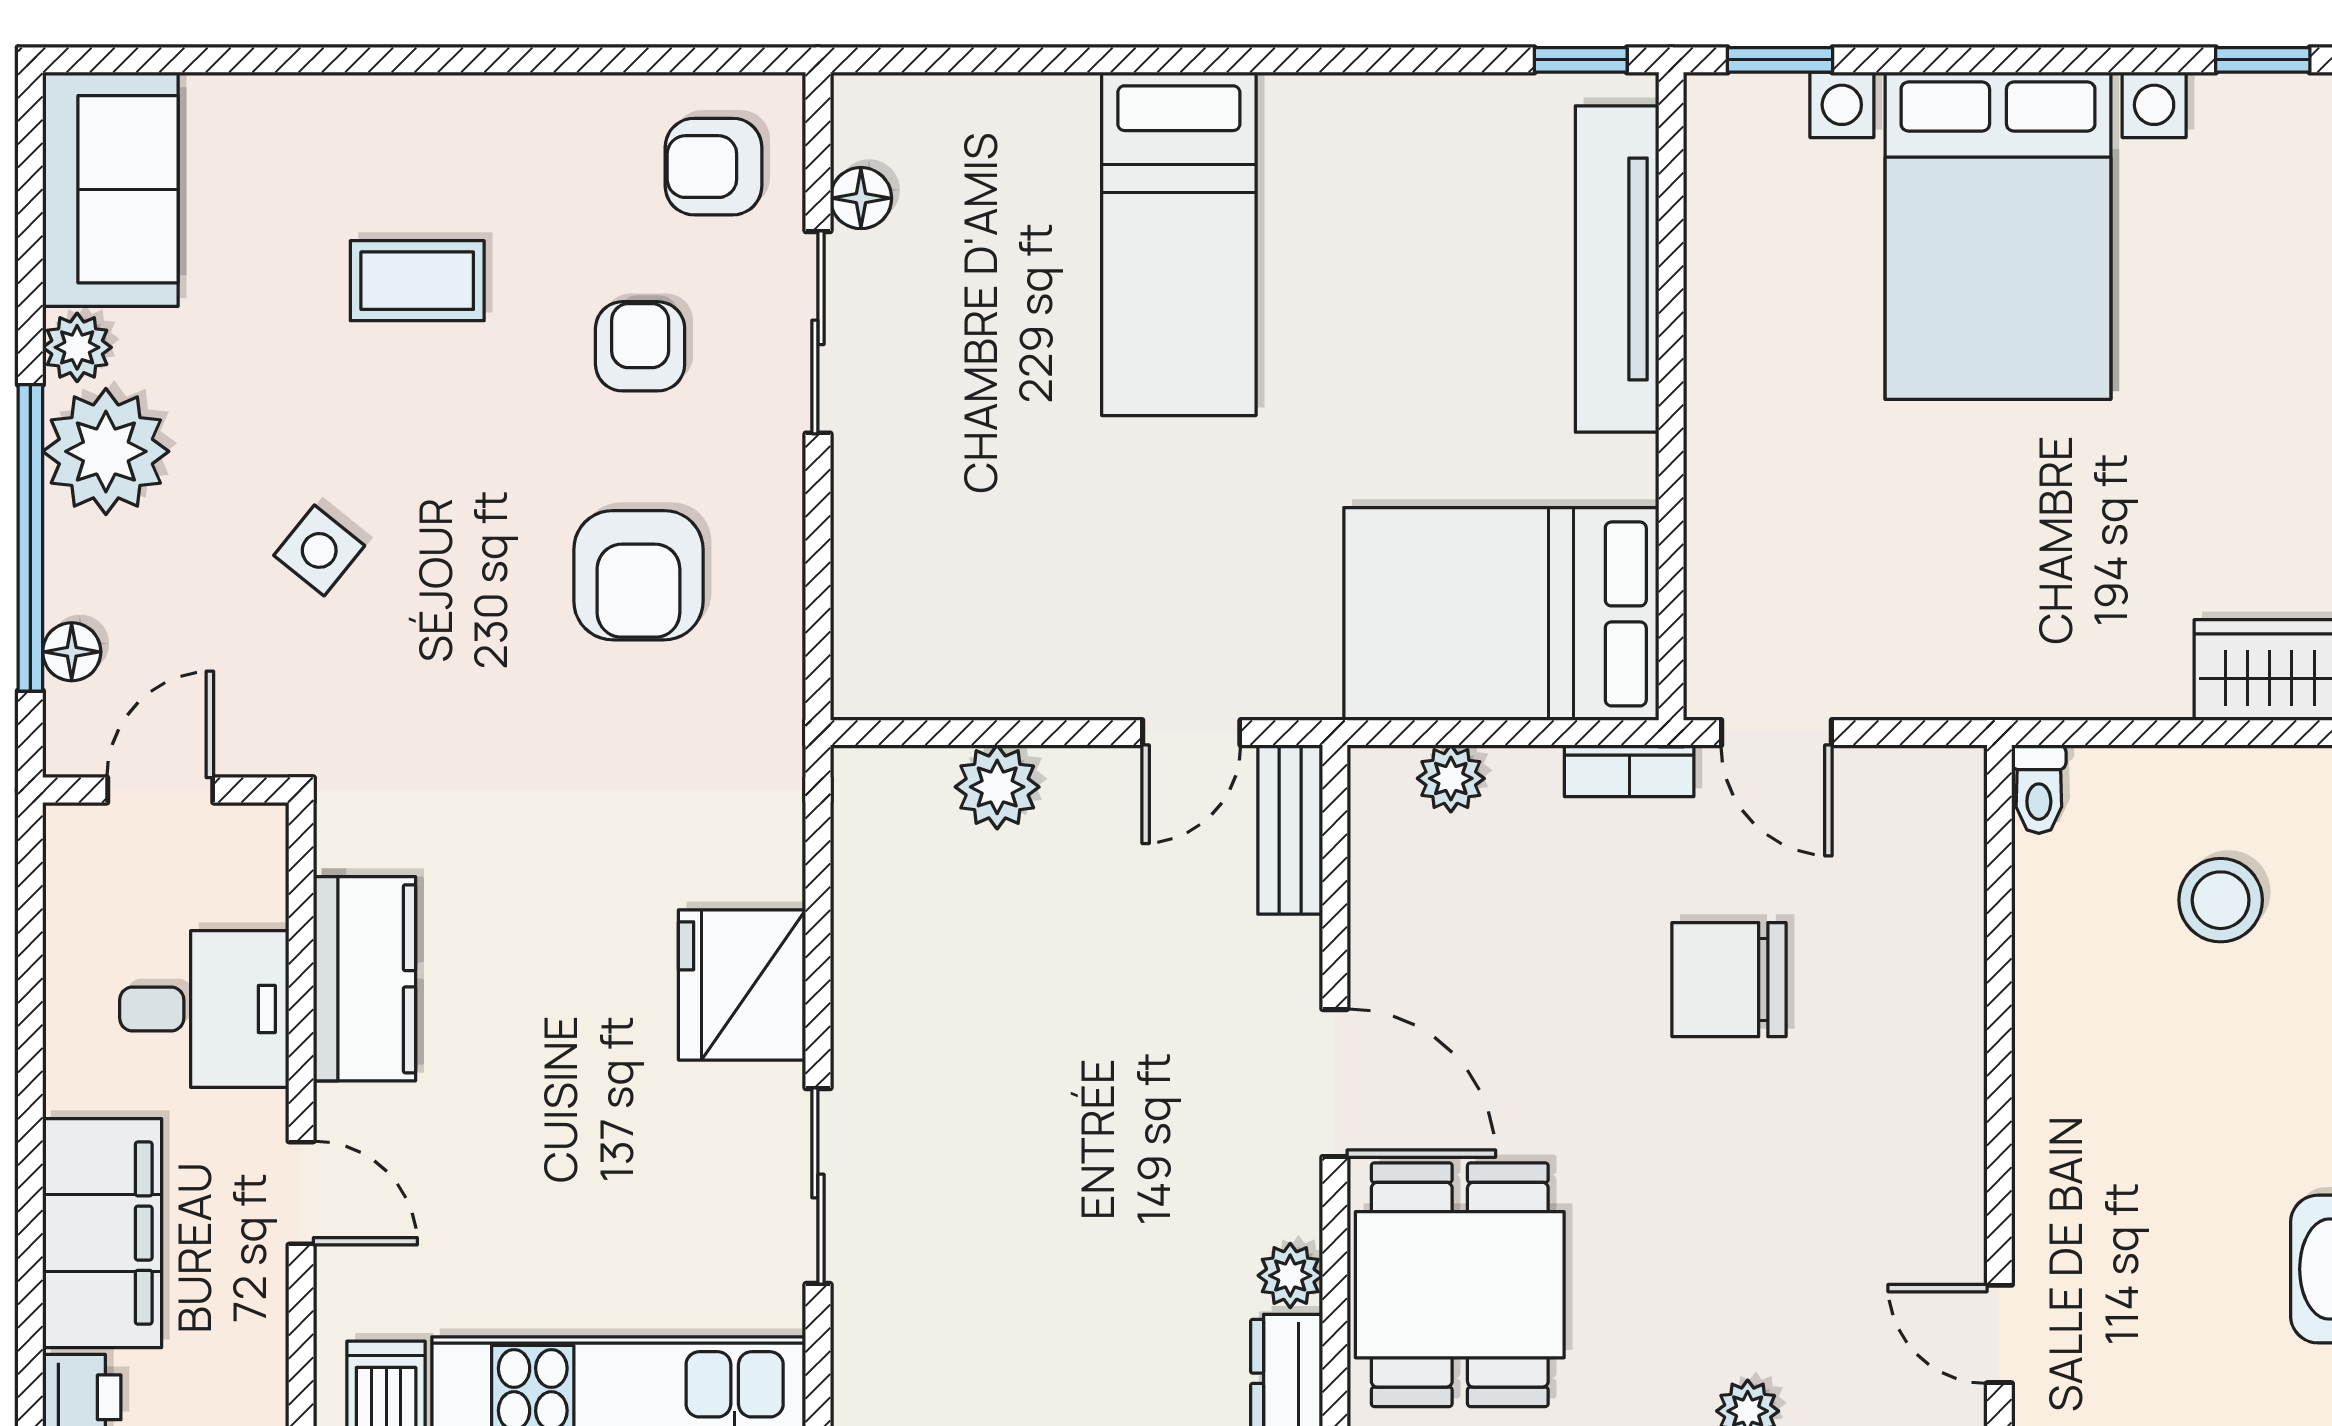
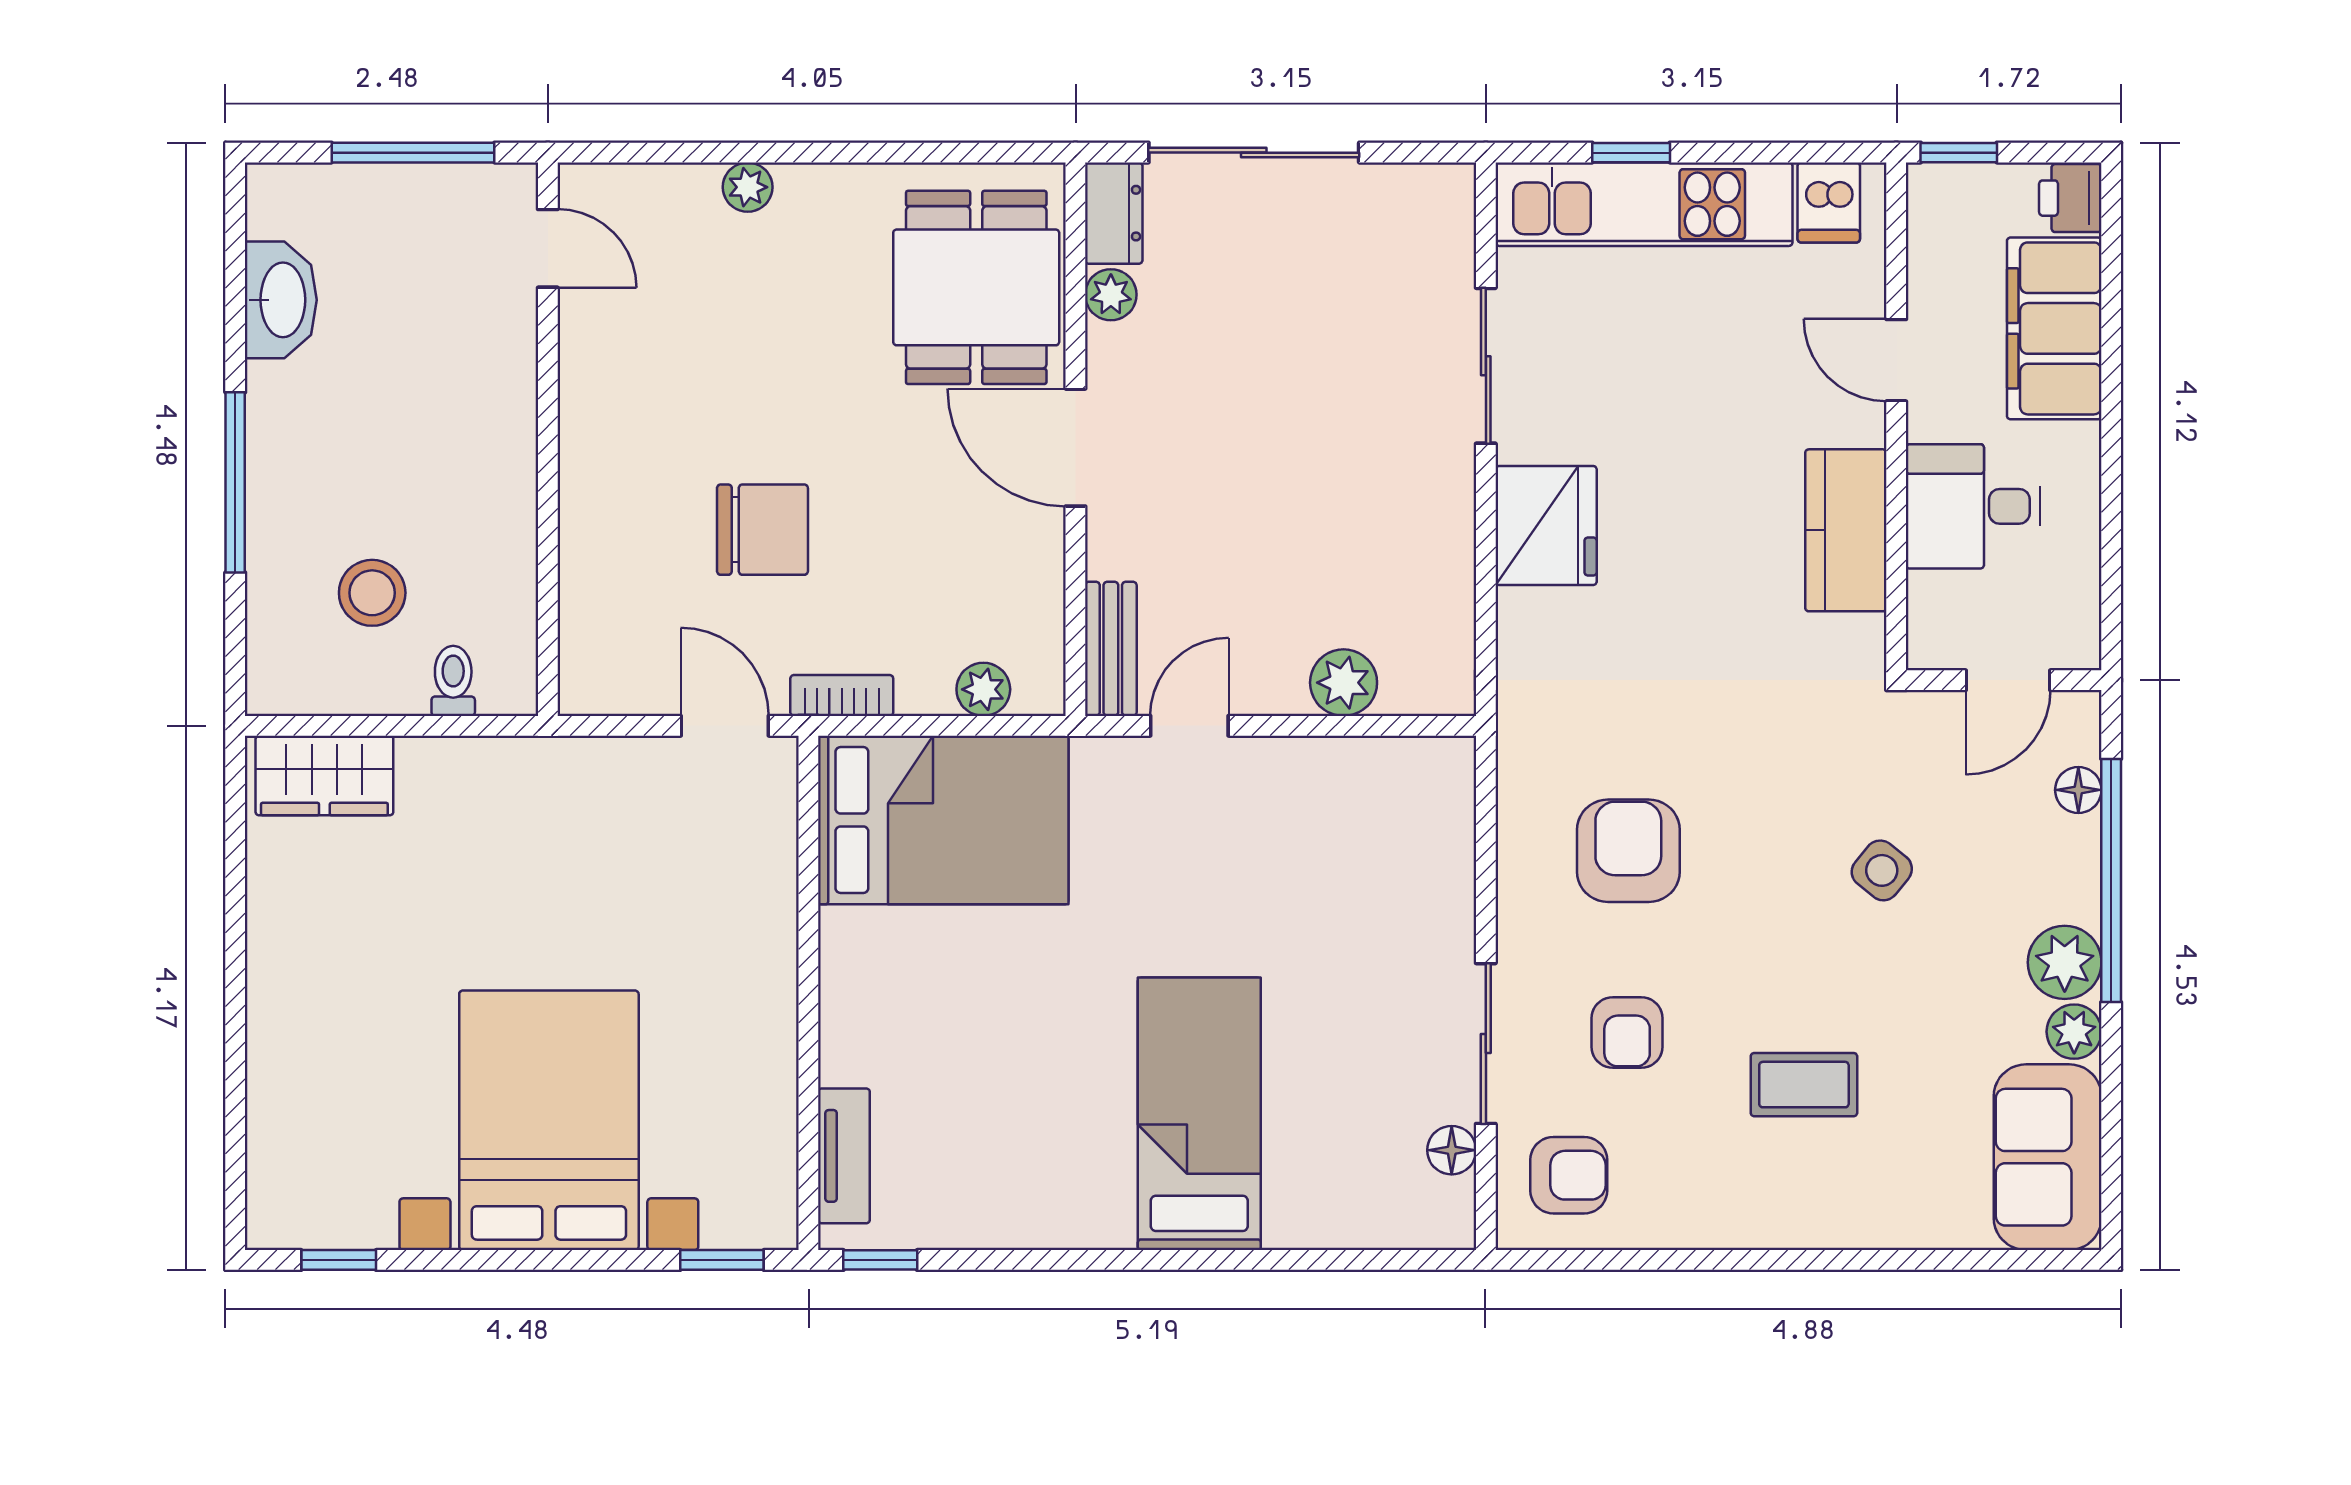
tv unit: (1617, 269) -> (844, 1156), width x0.52, depth x0.78
plant: (106, 451) -> (2065, 962), width x0.73, depth x0.73
toilet: (2039, 789) -> (453, 681), moved

